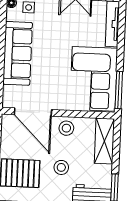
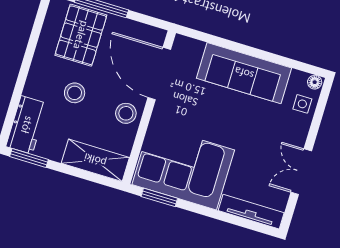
window: (119, 90) -> (159, 197), width x0.69
door: (33, 112) -> (159, 74), hinge flipped

